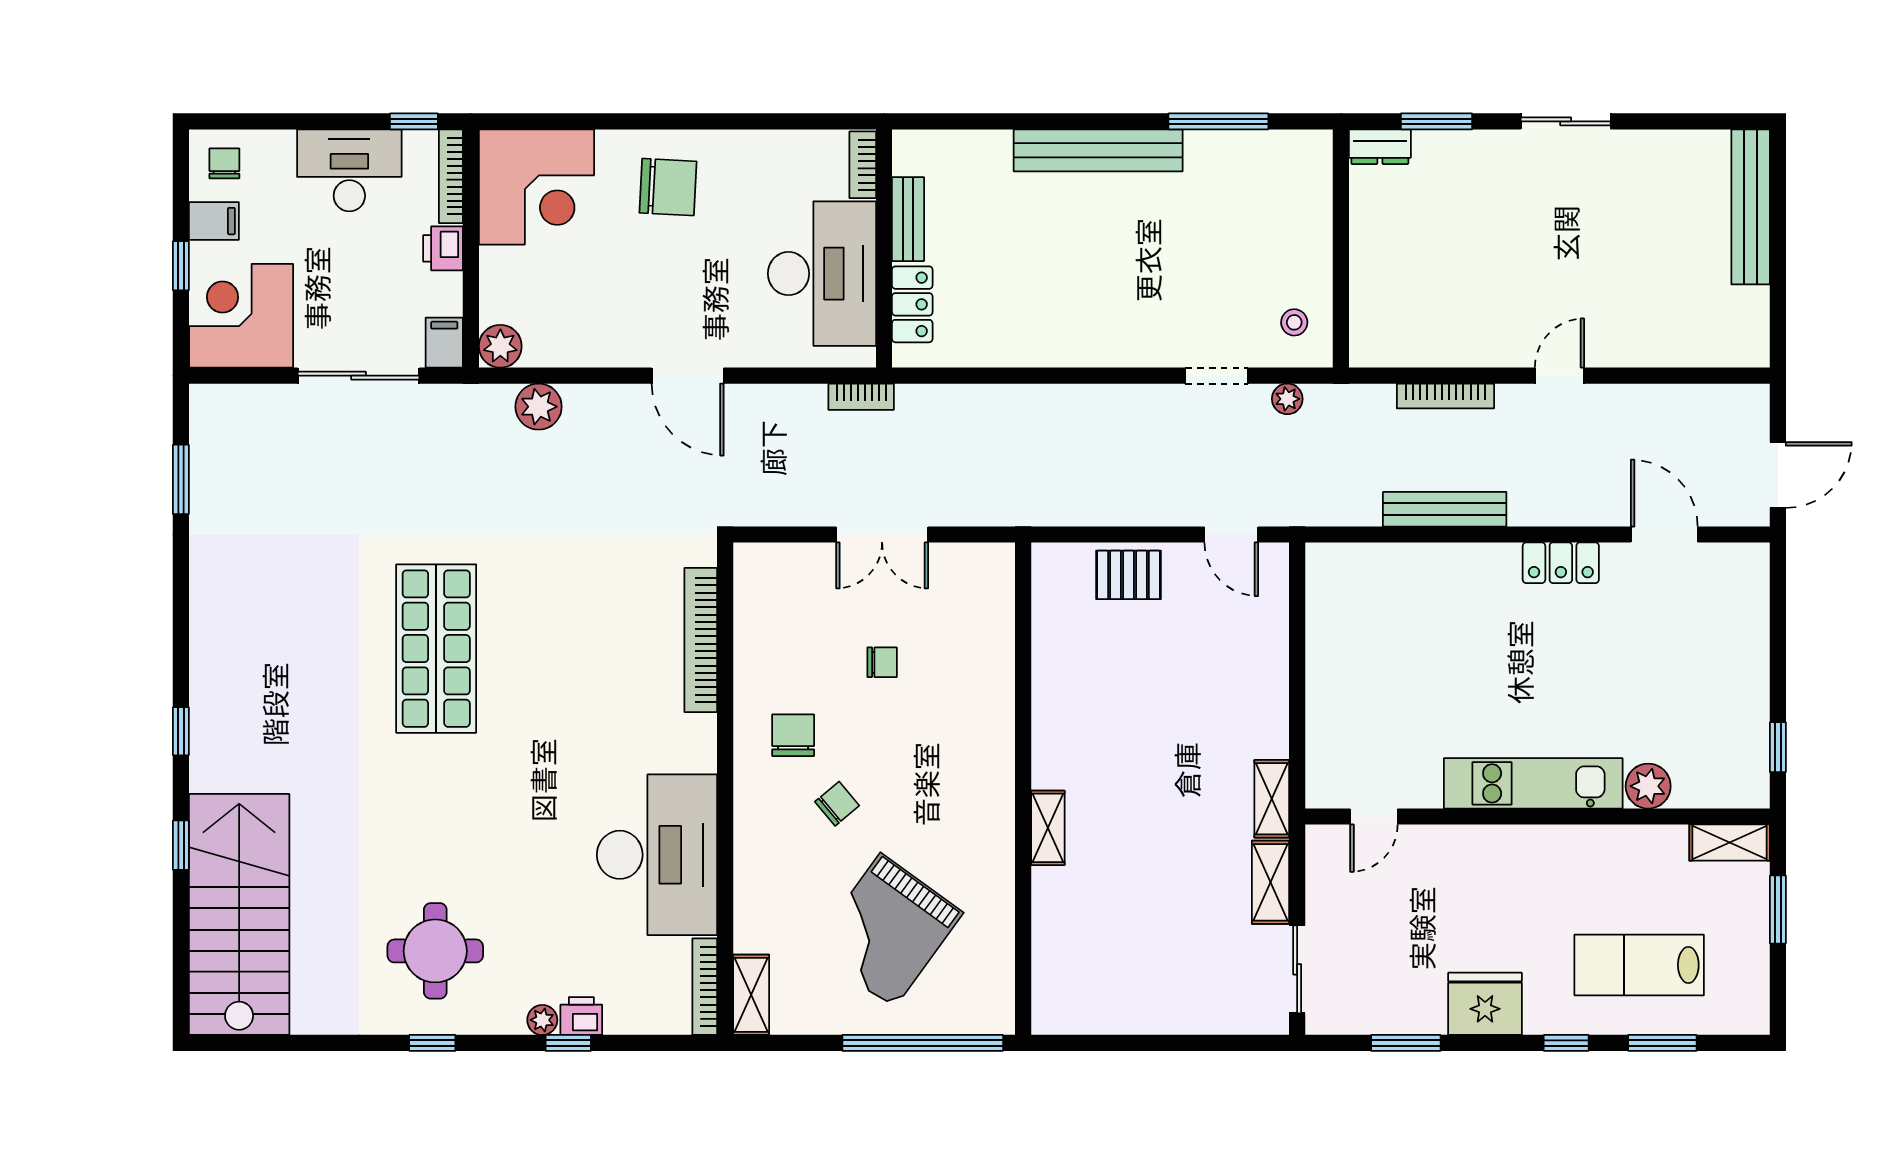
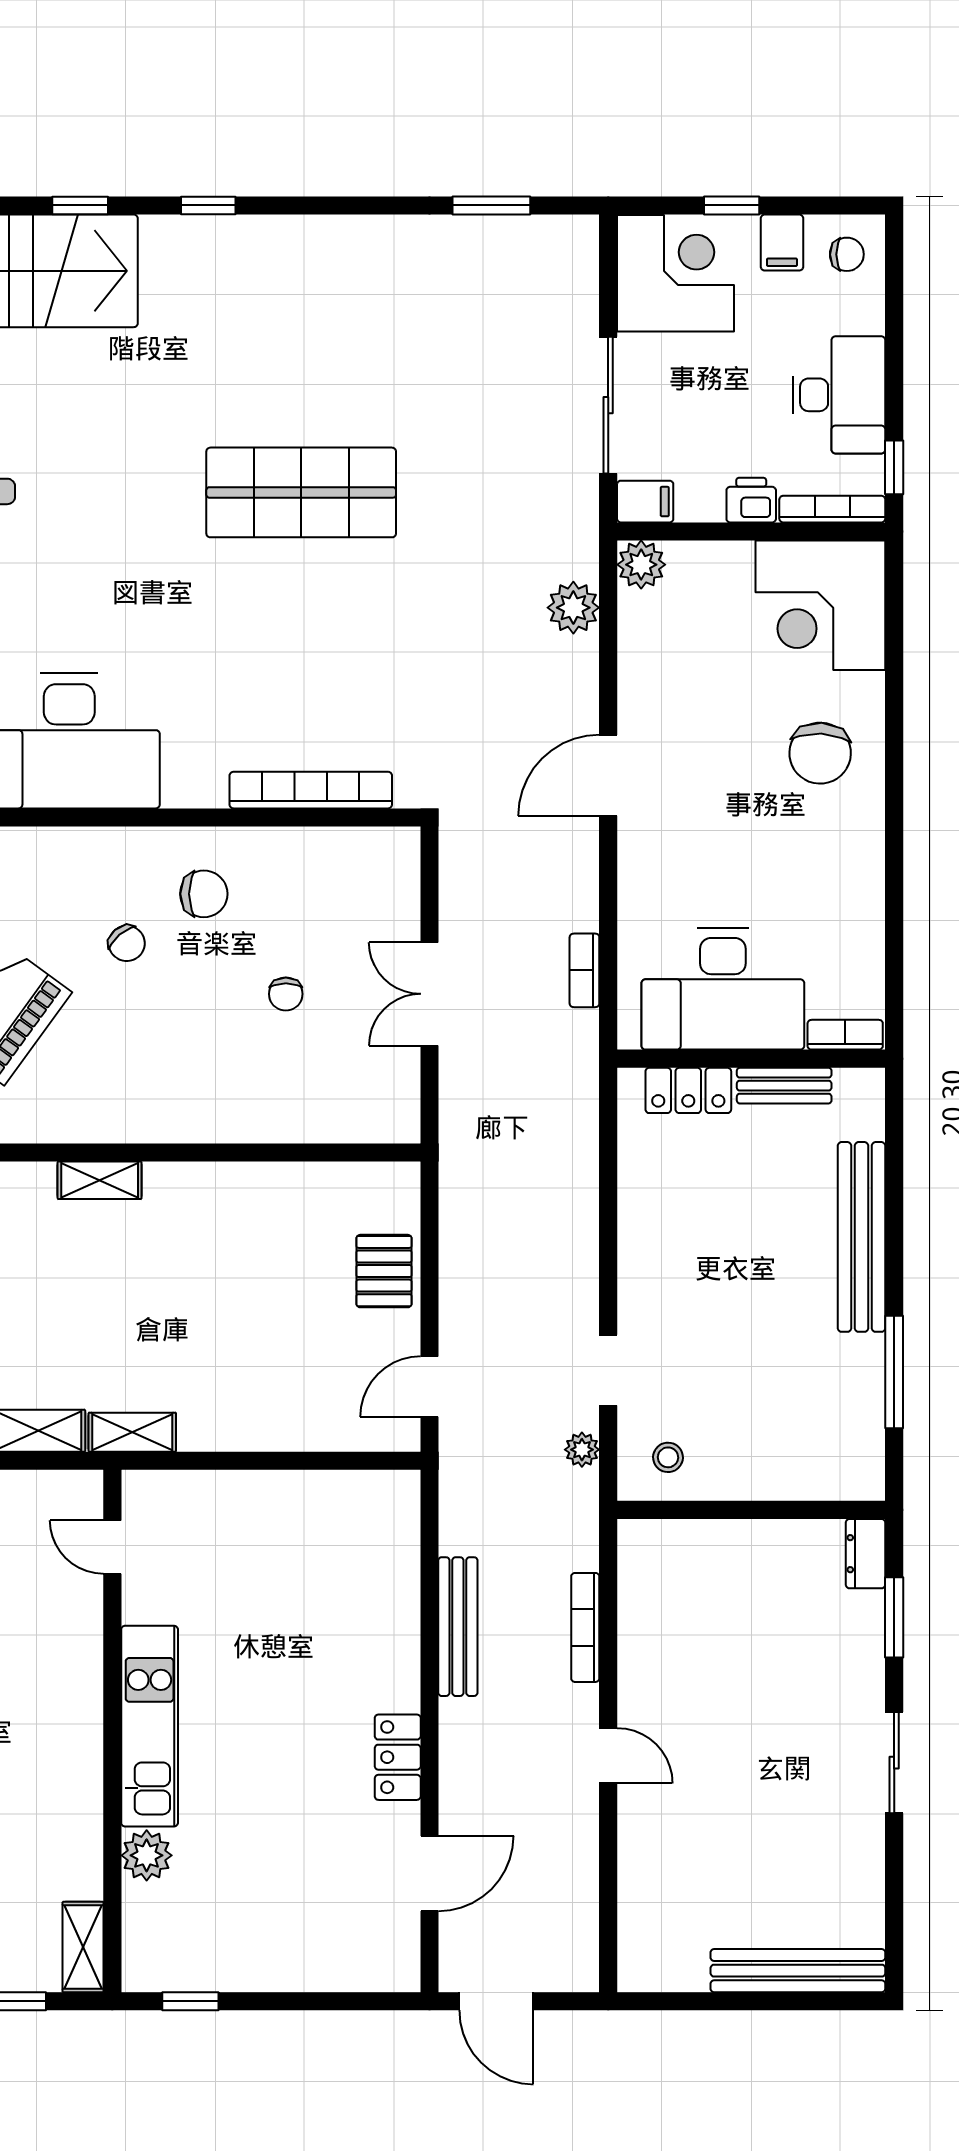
bookcase: (863, 165) -> (845, 1035), moved
bench: (908, 219) -> (784, 1086), moved
wall: (884, 248) -> (751, 1059), moved
desk: (822, 274) -> (723, 989), moved
locker: (912, 304) -> (688, 1090), moved

